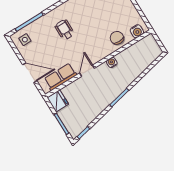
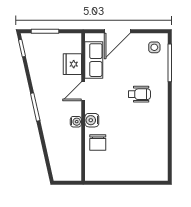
water cooler: (137, 31) -> (92, 120), moved
chair: (117, 38) -> (98, 143), turned 90
door: (87, 71) -> (83, 91), swing flipped
fridge: (58, 101) -> (72, 64), moved, turned 90

